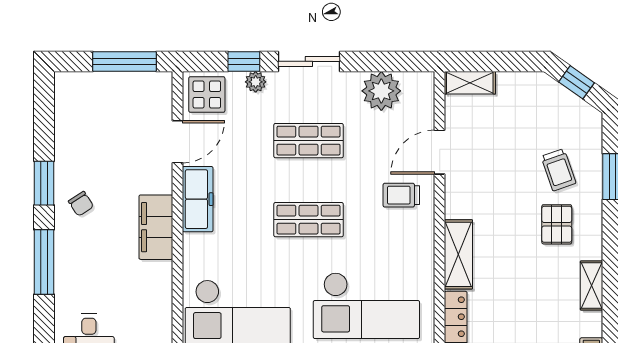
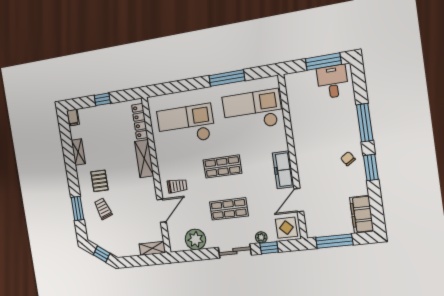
filing cabinet: (156, 227) -> (362, 214), moved, turned 180

